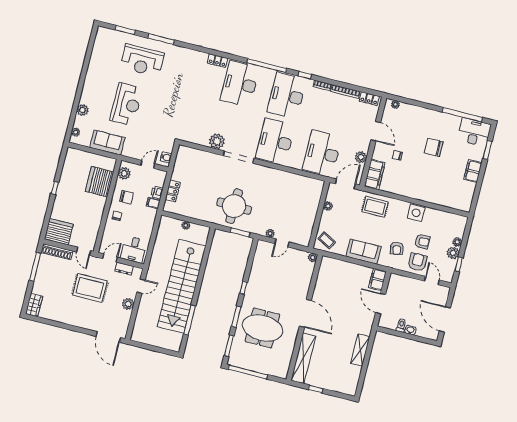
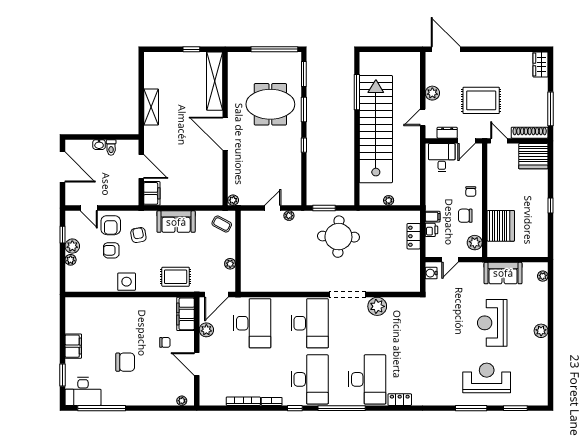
locker: (369, 99) -> (214, 400), removed
plant: (83, 110) -> (541, 331), moved

